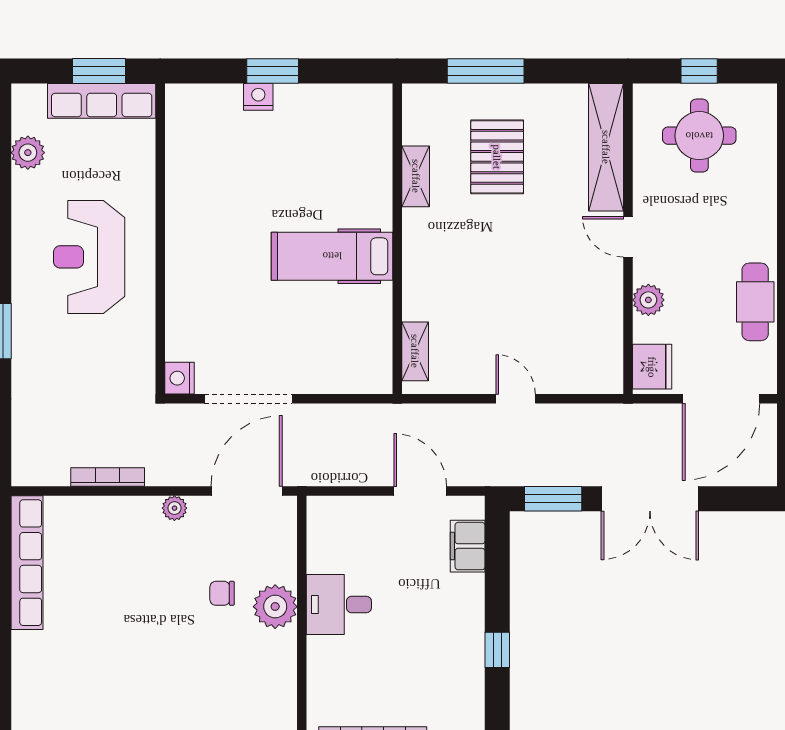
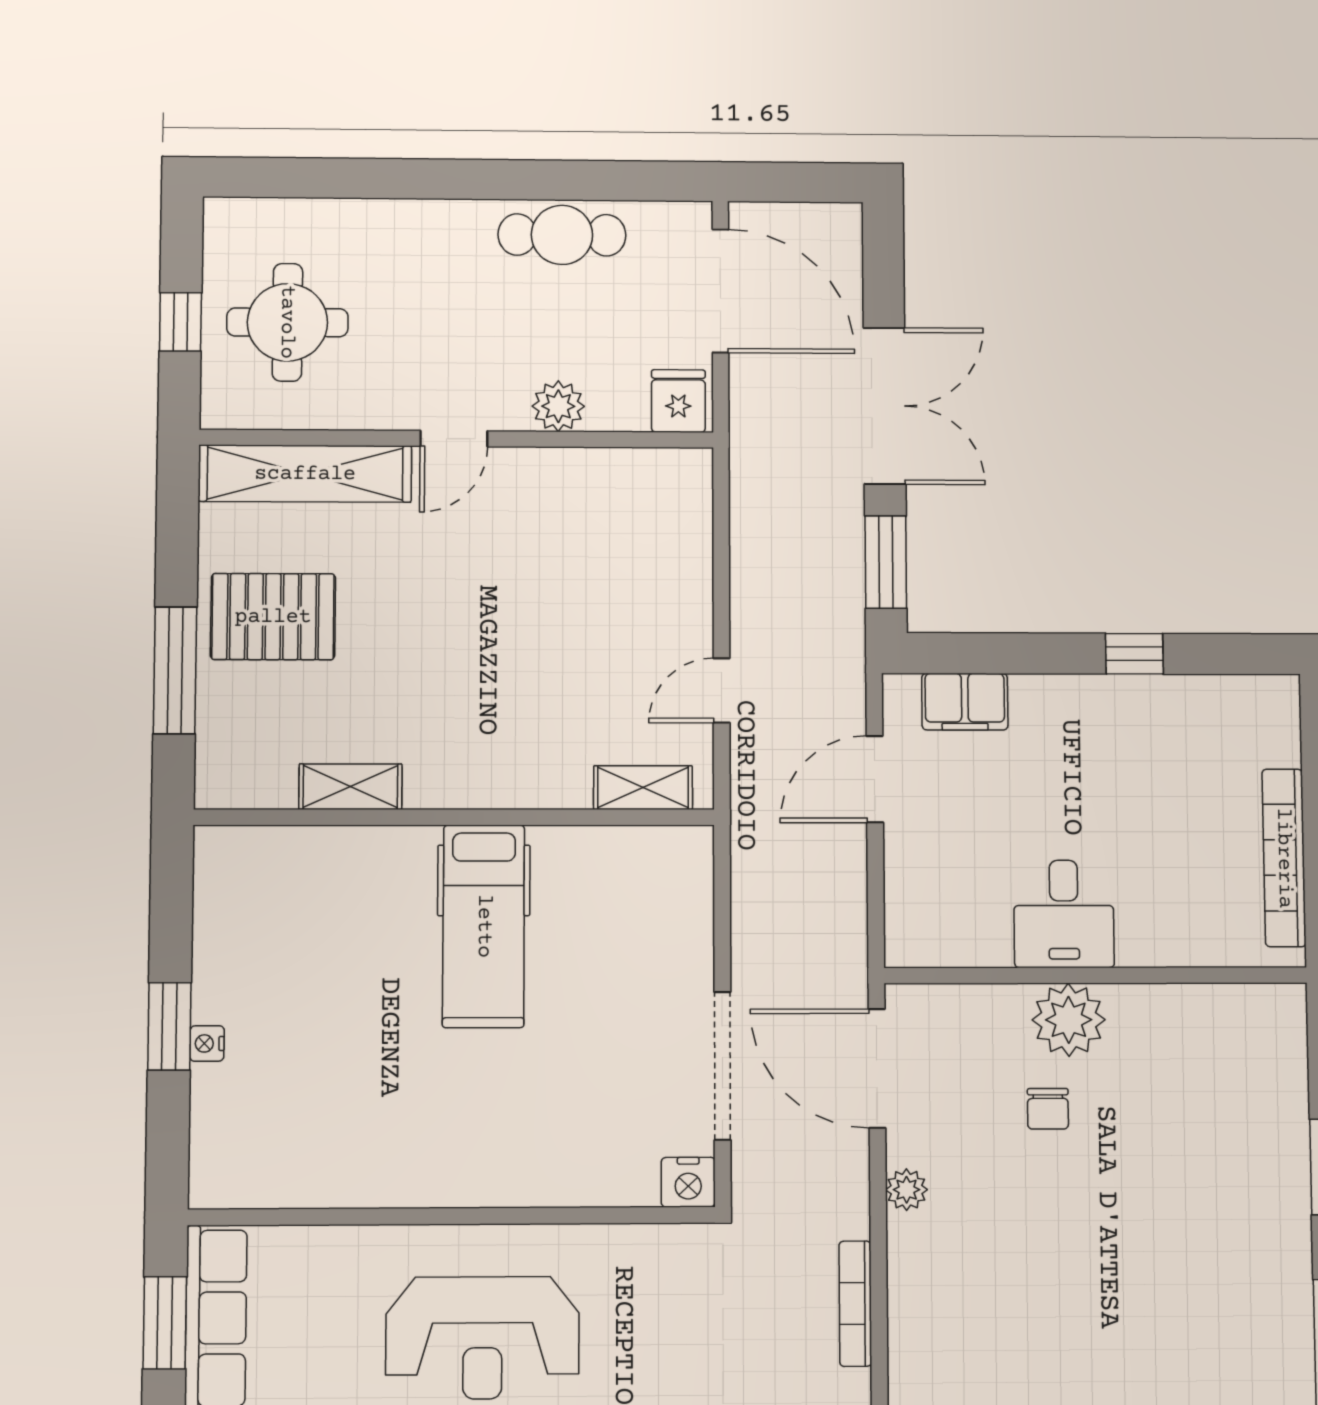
nightstand: (258, 97) -> (207, 1043), width x0.72, depth x0.74
pallet: (497, 157) -> (273, 617), moved
fridge: (652, 367) -> (678, 401), width x0.72
door: (516, 399) -> (722, 691), moved

